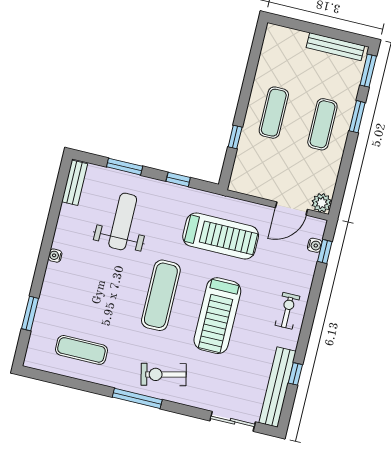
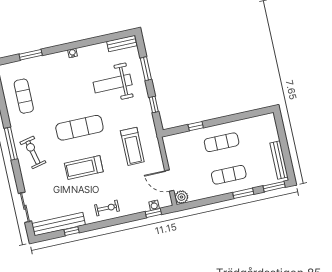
weight bench: (123, 221) -> (113, 84), turned 180
treadmill: (221, 236) -> (132, 146), width x0.73, depth x0.73
treadmill: (217, 316) -> (84, 167), width x0.73, depth x0.73

